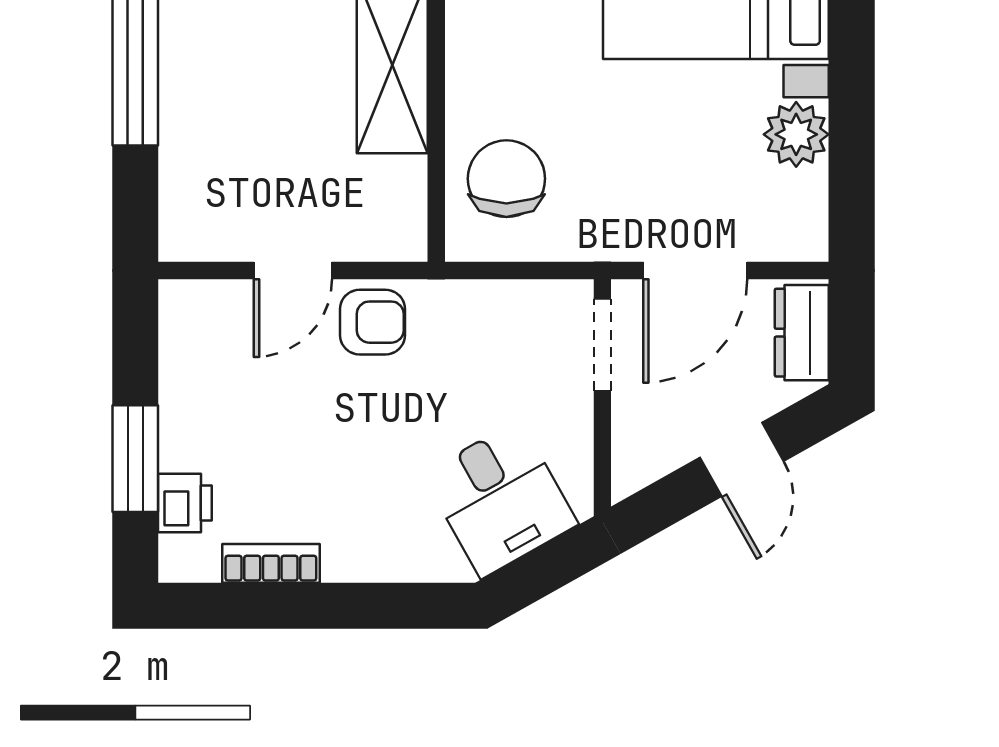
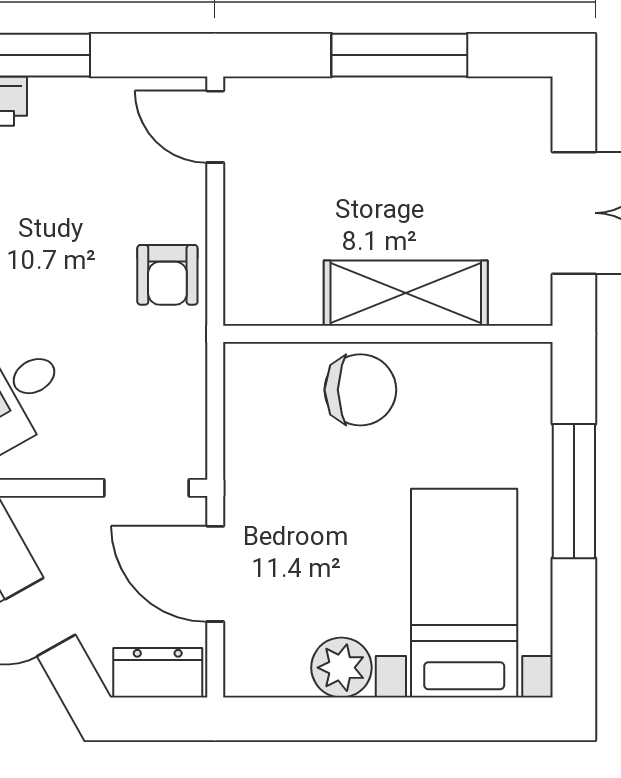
chair: (506, 179) -> (360, 390), moved
door: (293, 271) -> (215, 127), moved

